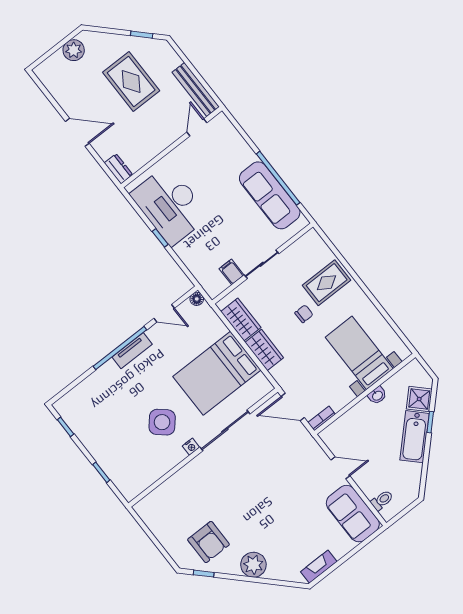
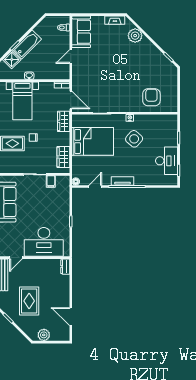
door: (77, 132) -> (71, 317), moved
desk: (170, 205) -> (44, 242), moved, turned 90
door: (164, 313) -> (95, 186), hinge flipped
wardrobe: (264, 350) -> (64, 121), moved
desk: (93, 427) -> (166, 161), added
door: (340, 468) -> (71, 56), hinge flipped
armchair: (208, 542) -> (151, 97), moved
plant: (253, 565) -> (135, 36), moved

